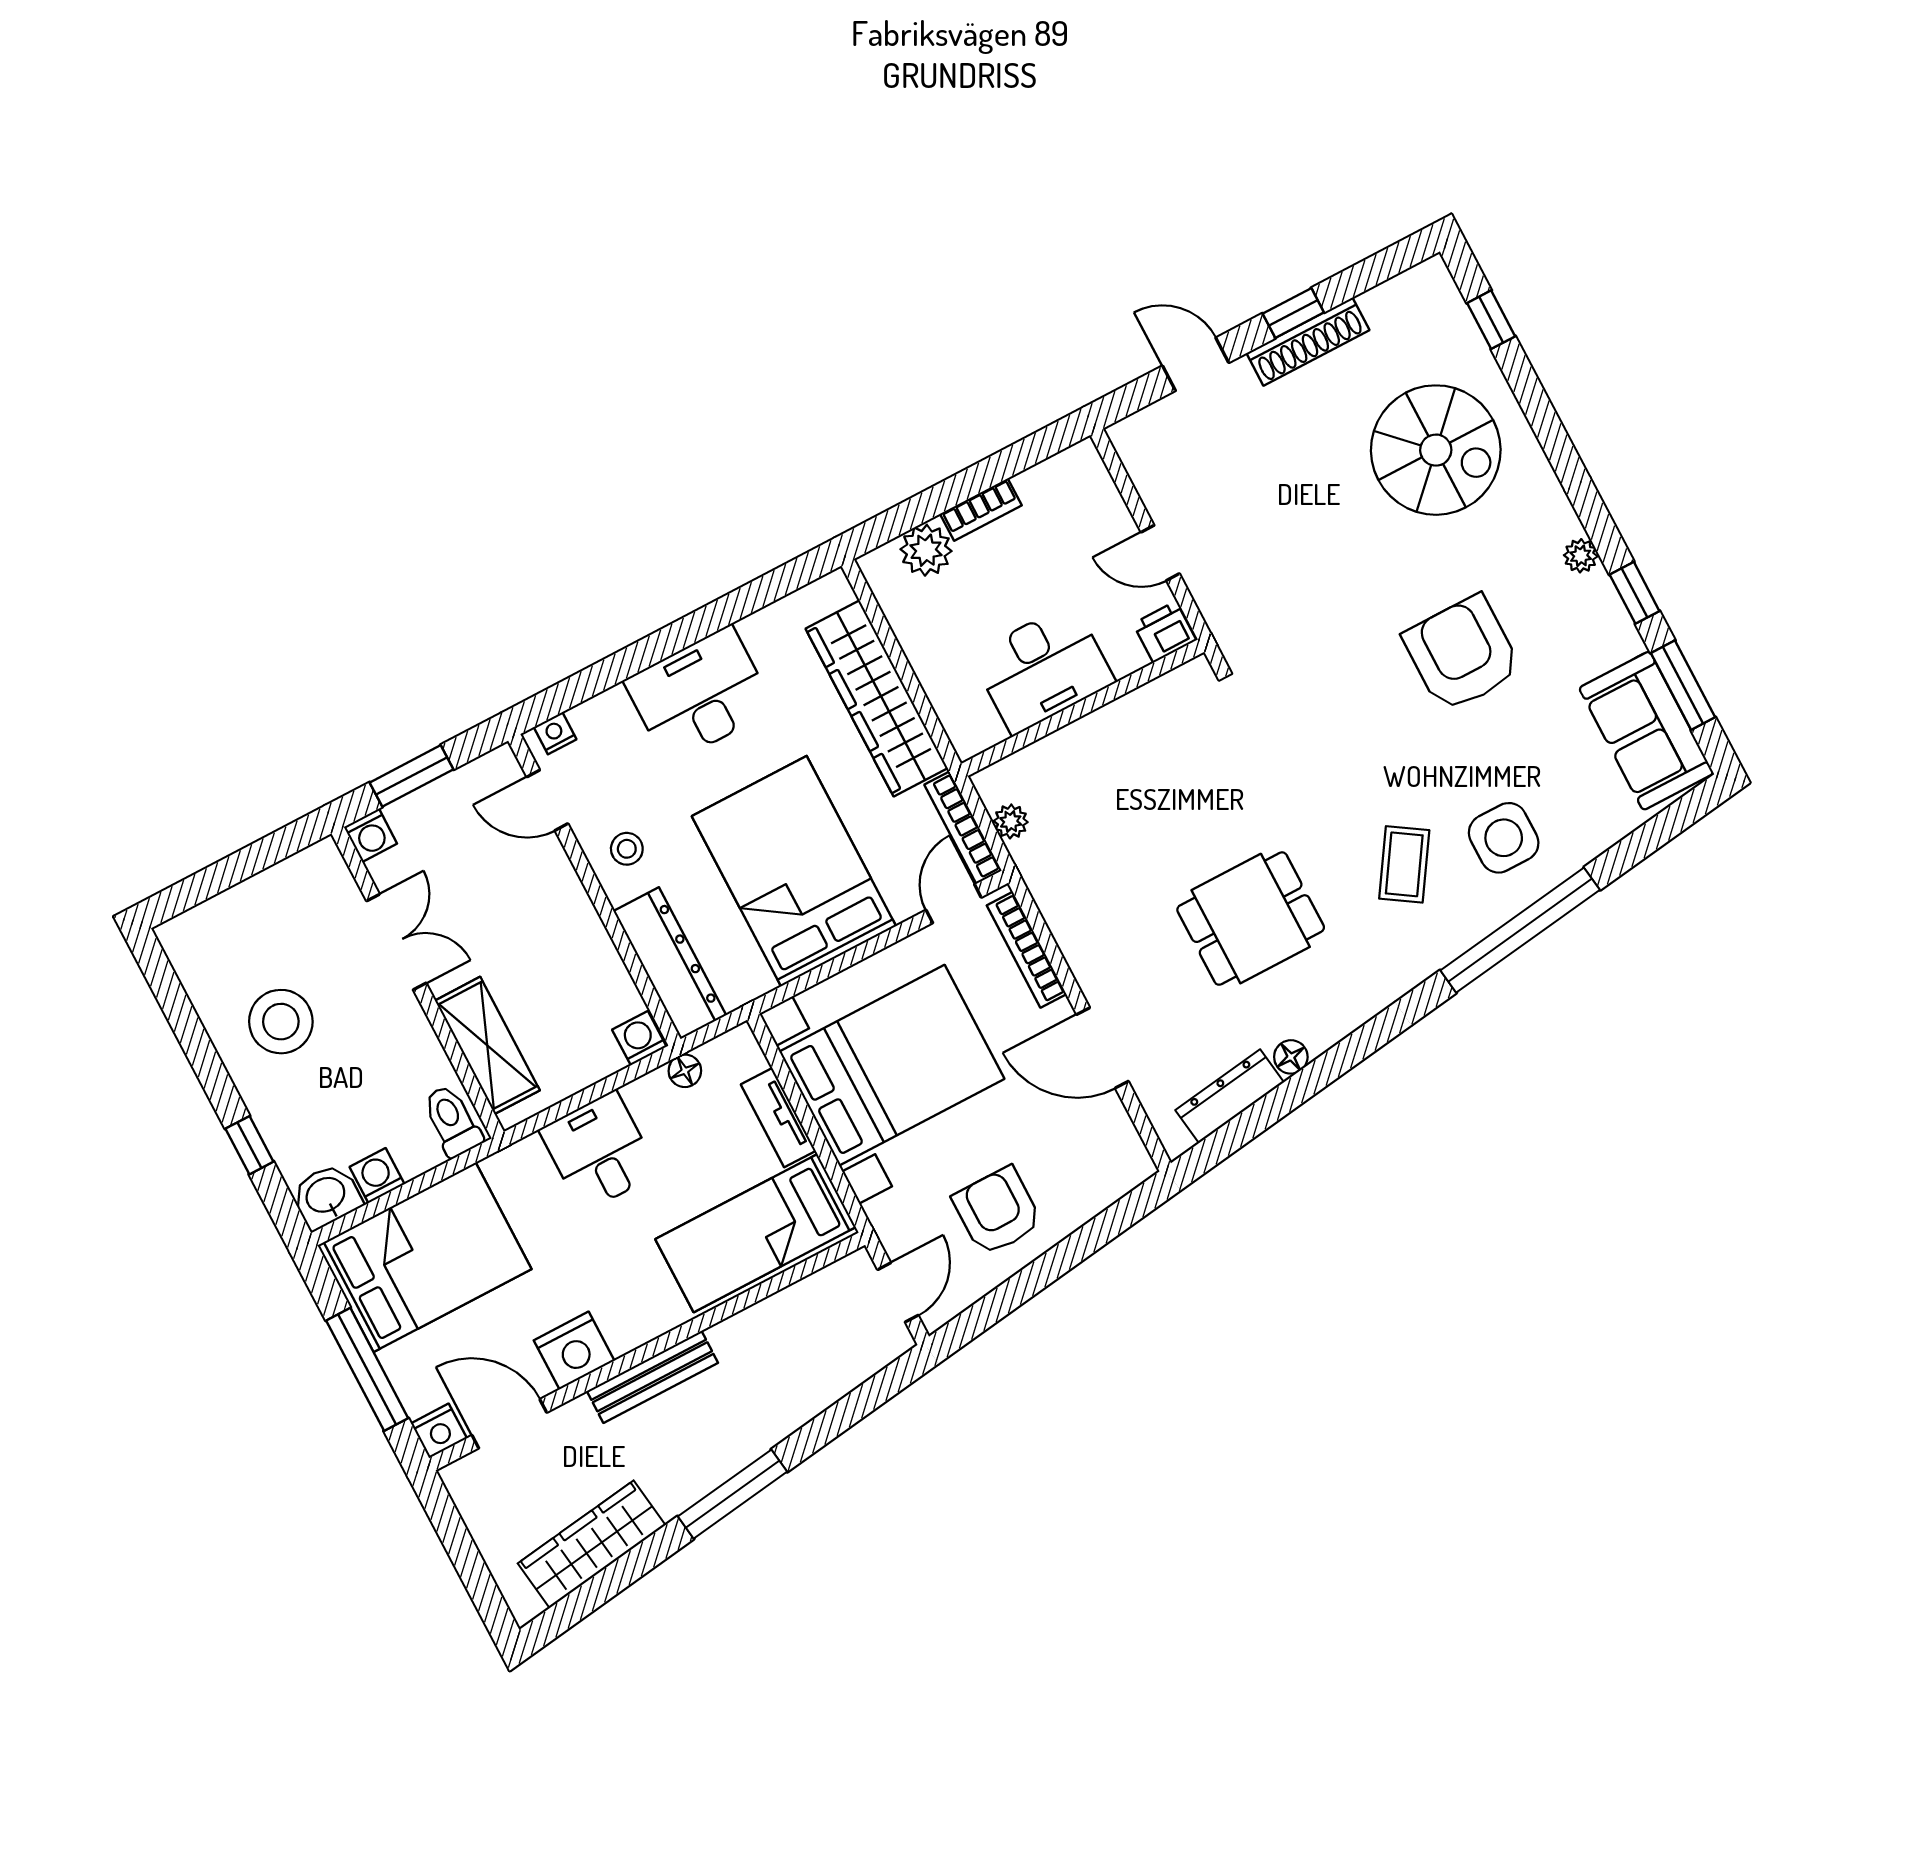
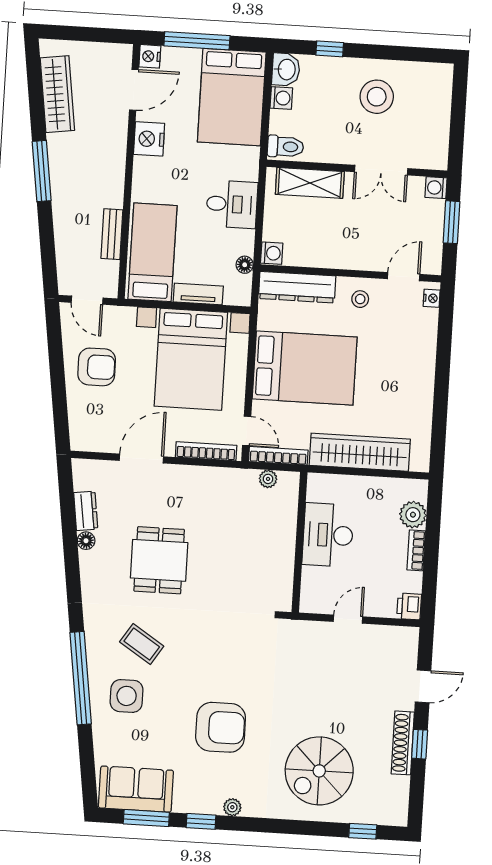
printer: (1165, 632) -> (409, 606), moved, turned 180
desk: (699, 695) -> (410, 374), removed
dresser: (1230, 1096) -> (86, 511), width x0.70
bench: (652, 1377) -> (112, 234), moved, width x0.73

